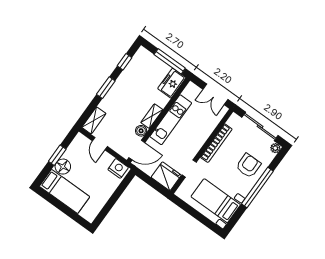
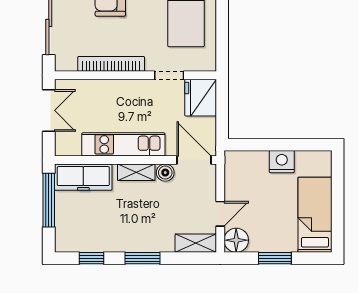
freezer: (172, 83) -> (83, 177), width x1.40
floor lamp: (63, 167) -> (236, 240), moved
nightstand: (118, 168) -> (282, 162), moved, turned 90

